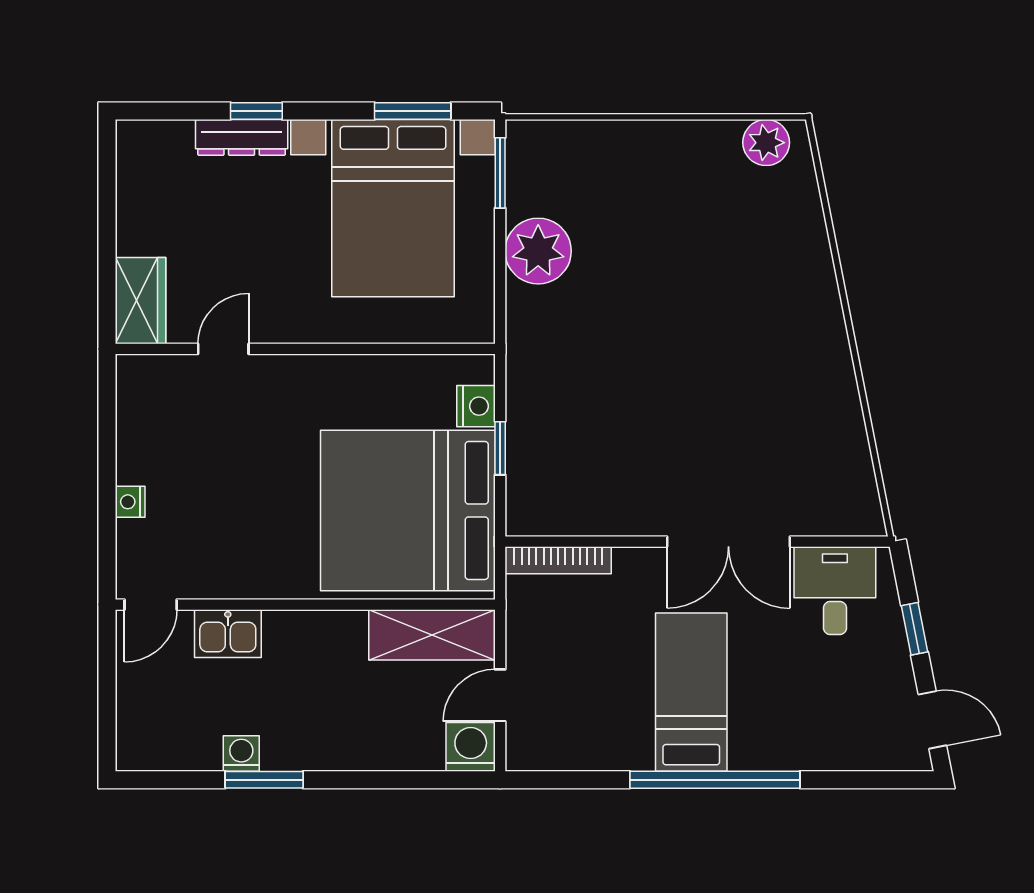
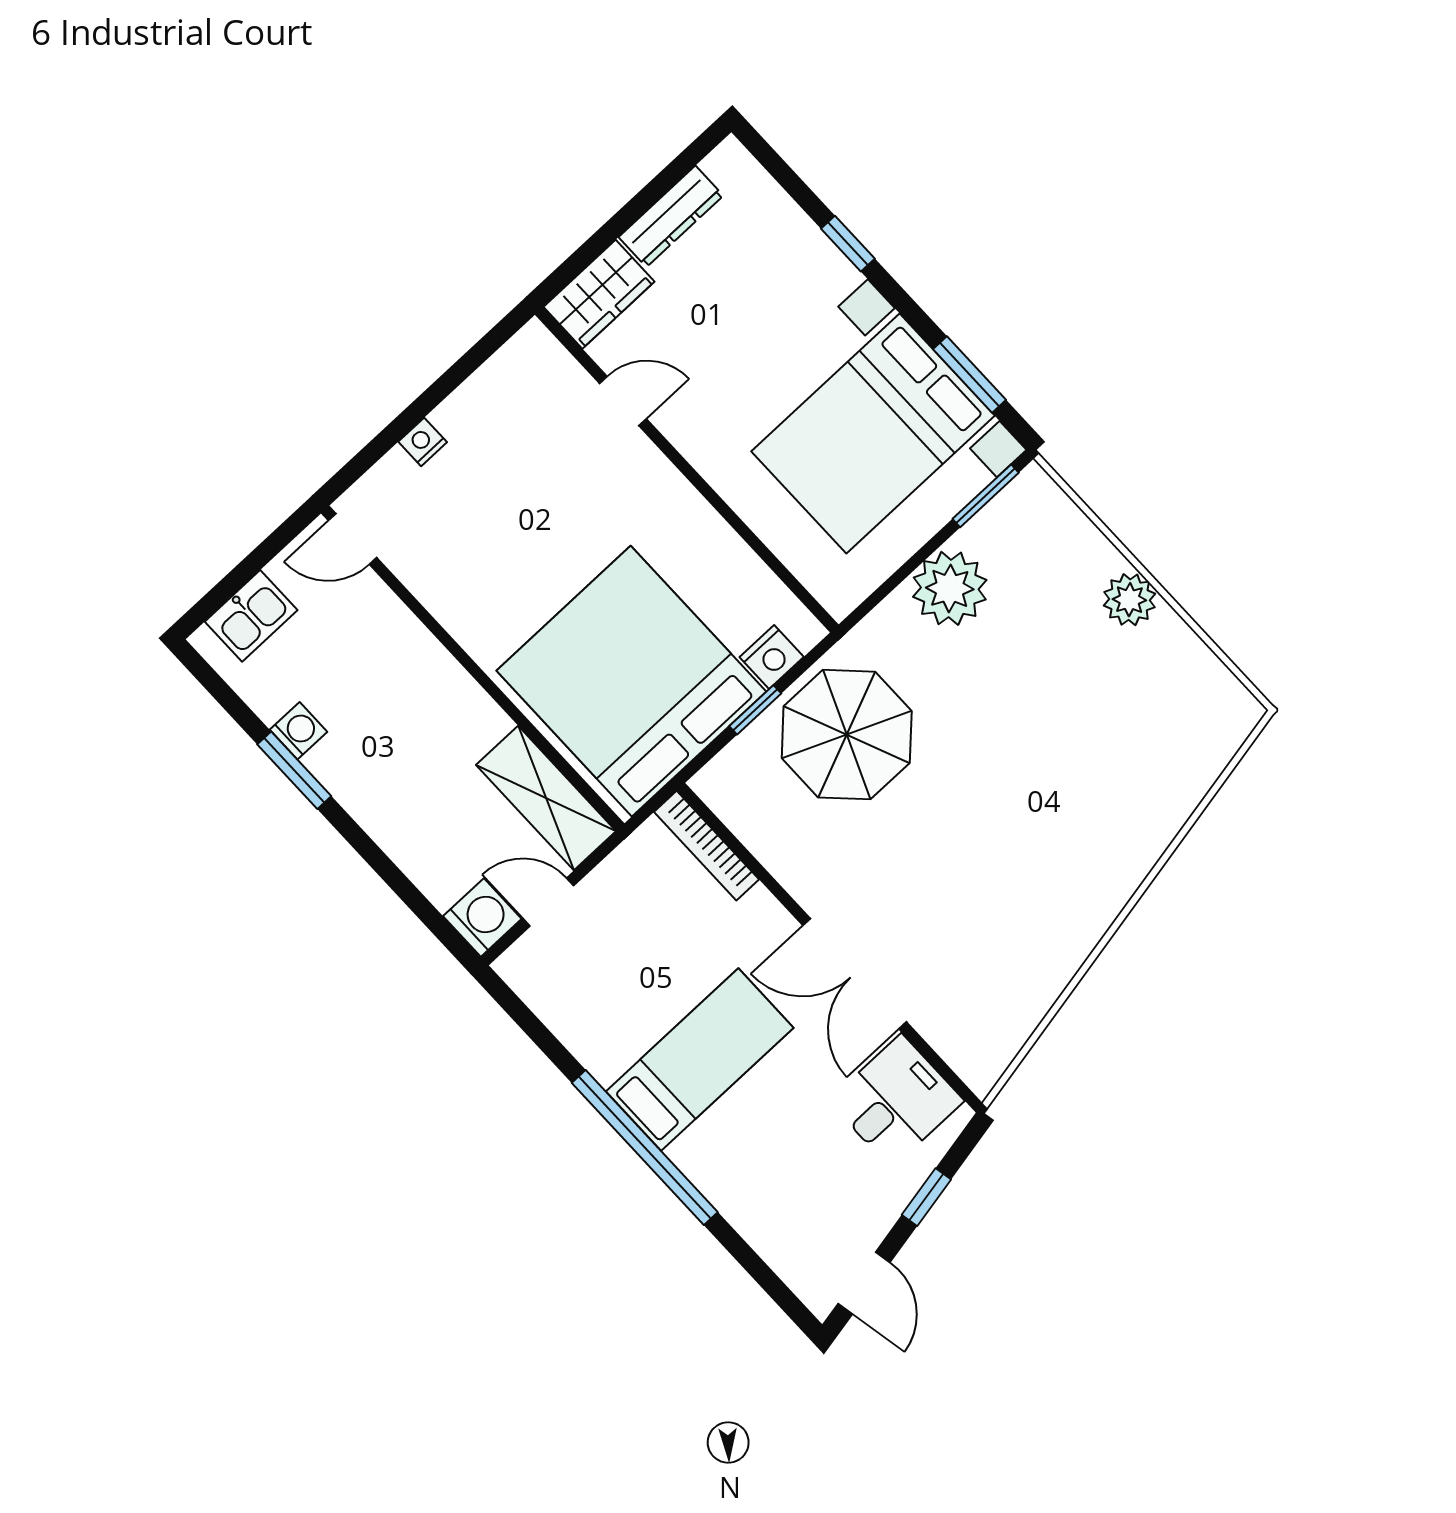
dresser: (242, 137) -> (671, 216), moved, turned -90
plant: (766, 143) -> (1129, 600), moved
parasol: (570, 404) -> (847, 735), added
kitchen sink: (228, 634) -> (251, 616), moved, turned -90

